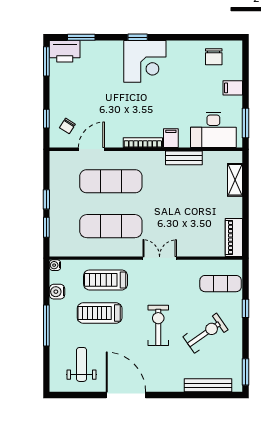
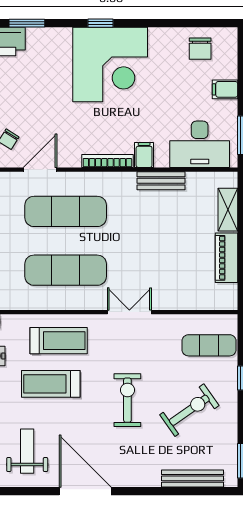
corner desk: (145, 61) -> (110, 64), width x1.36, depth x1.36
piano: (234, 237) -> (226, 258), moved
treadmill: (106, 280) -> (59, 341), turned 180

